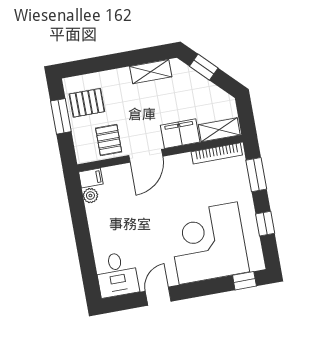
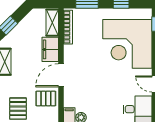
door: (146, 156) -> (61, 75), swing flipped

